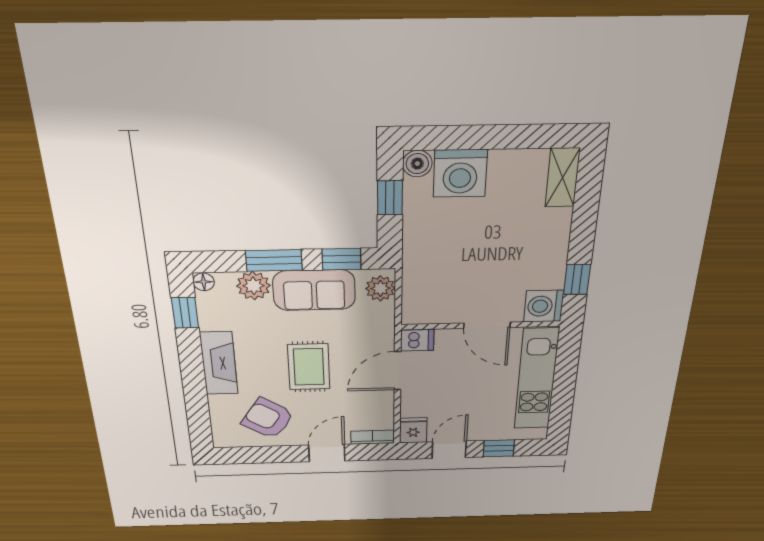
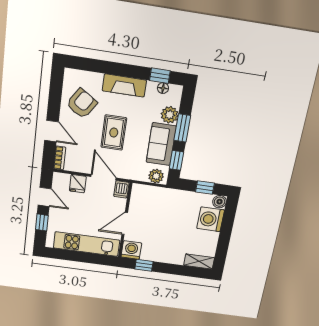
floor lamp: (204, 282) -> (163, 88), moved
rug: (309, 367) -> (114, 133), turned 90
fridge: (413, 430) -> (78, 184), moved, turned 90

